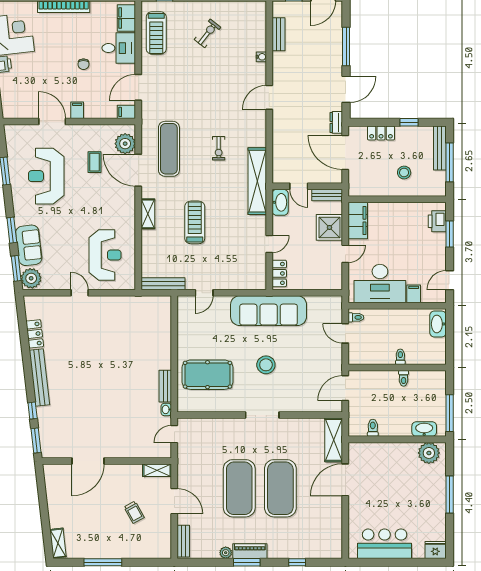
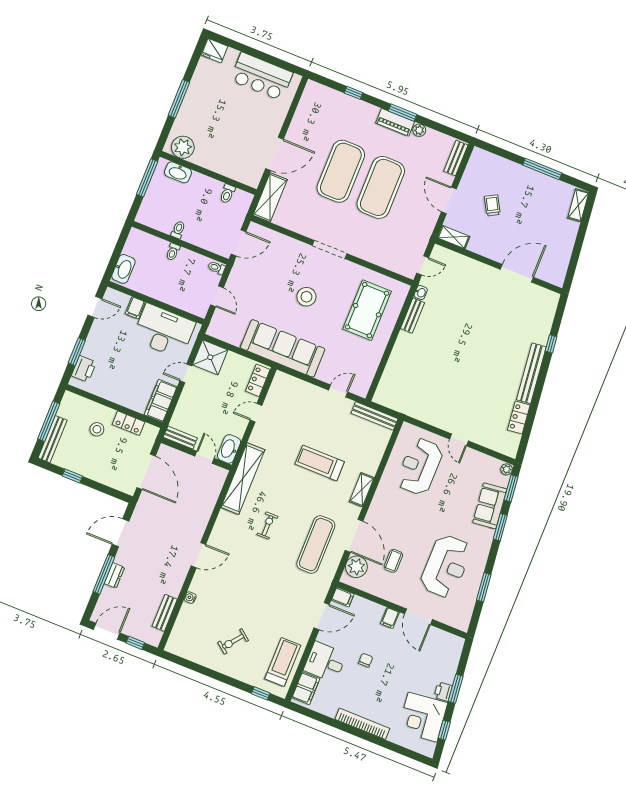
dresser: (336, 122) -> (114, 575), moved
locker: (381, 133) -> (129, 423), moved, turned 180
treadmill: (195, 222) -> (320, 463), turned 90
shower: (329, 227) -> (210, 357), moved
plant: (31, 278) -> (507, 469), width x0.53, depth x0.53
toilet: (356, 317) -> (217, 268), moved
pool table: (207, 375) -> (367, 310), turned 90
window: (36, 440) -> (559, 314), removed

